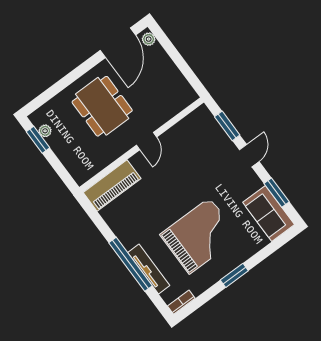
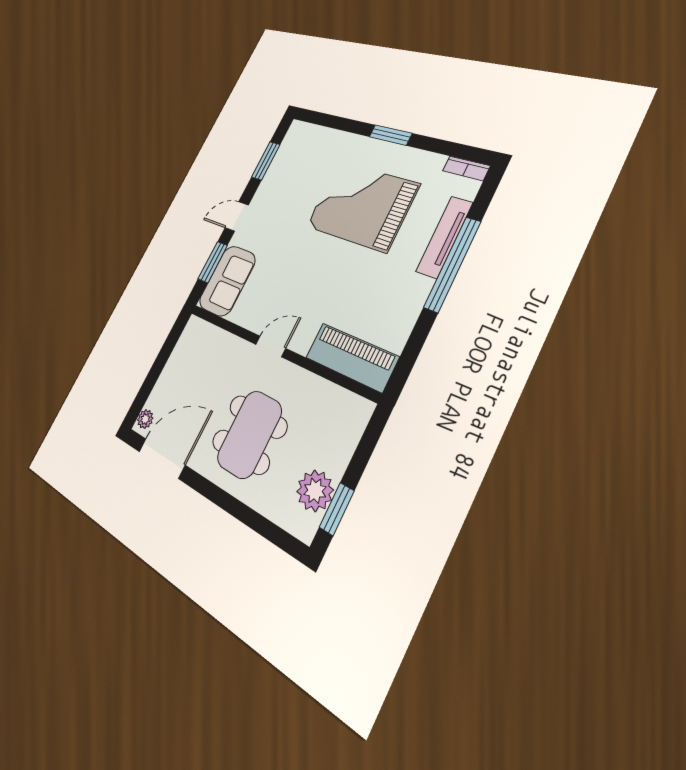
plant: (45, 131) -> (315, 491), width x1.88, depth x1.88
sofa: (269, 213) -> (227, 281), moved

